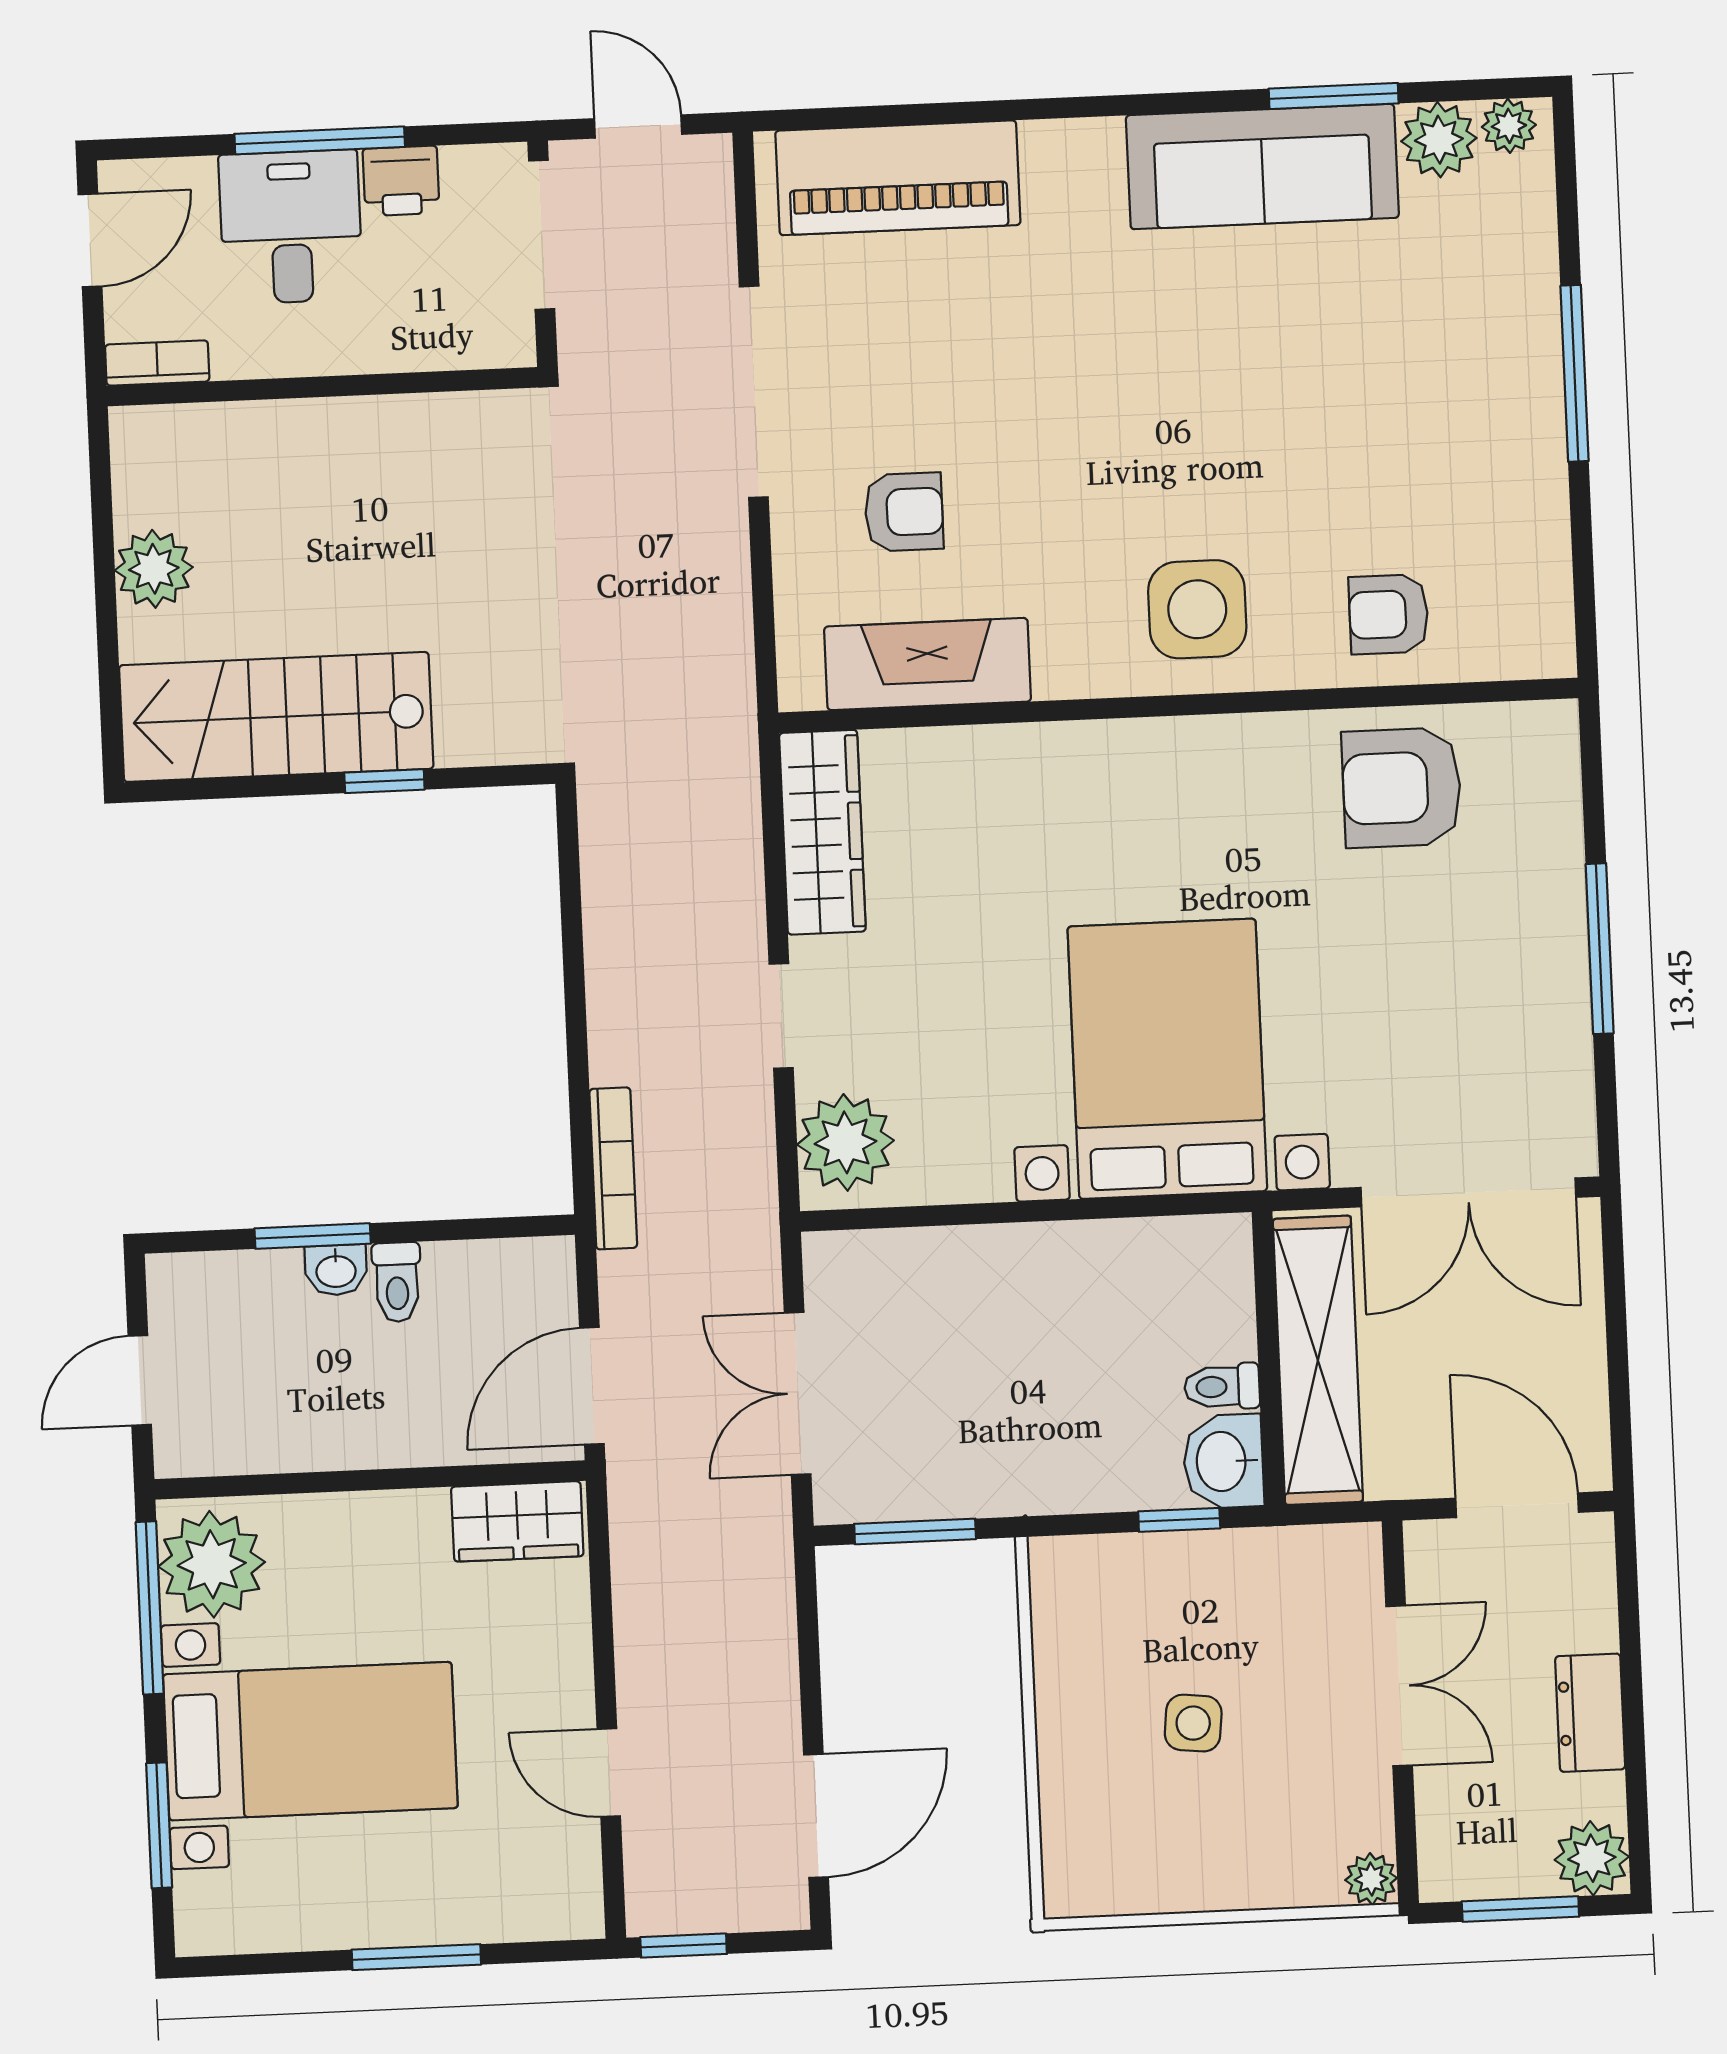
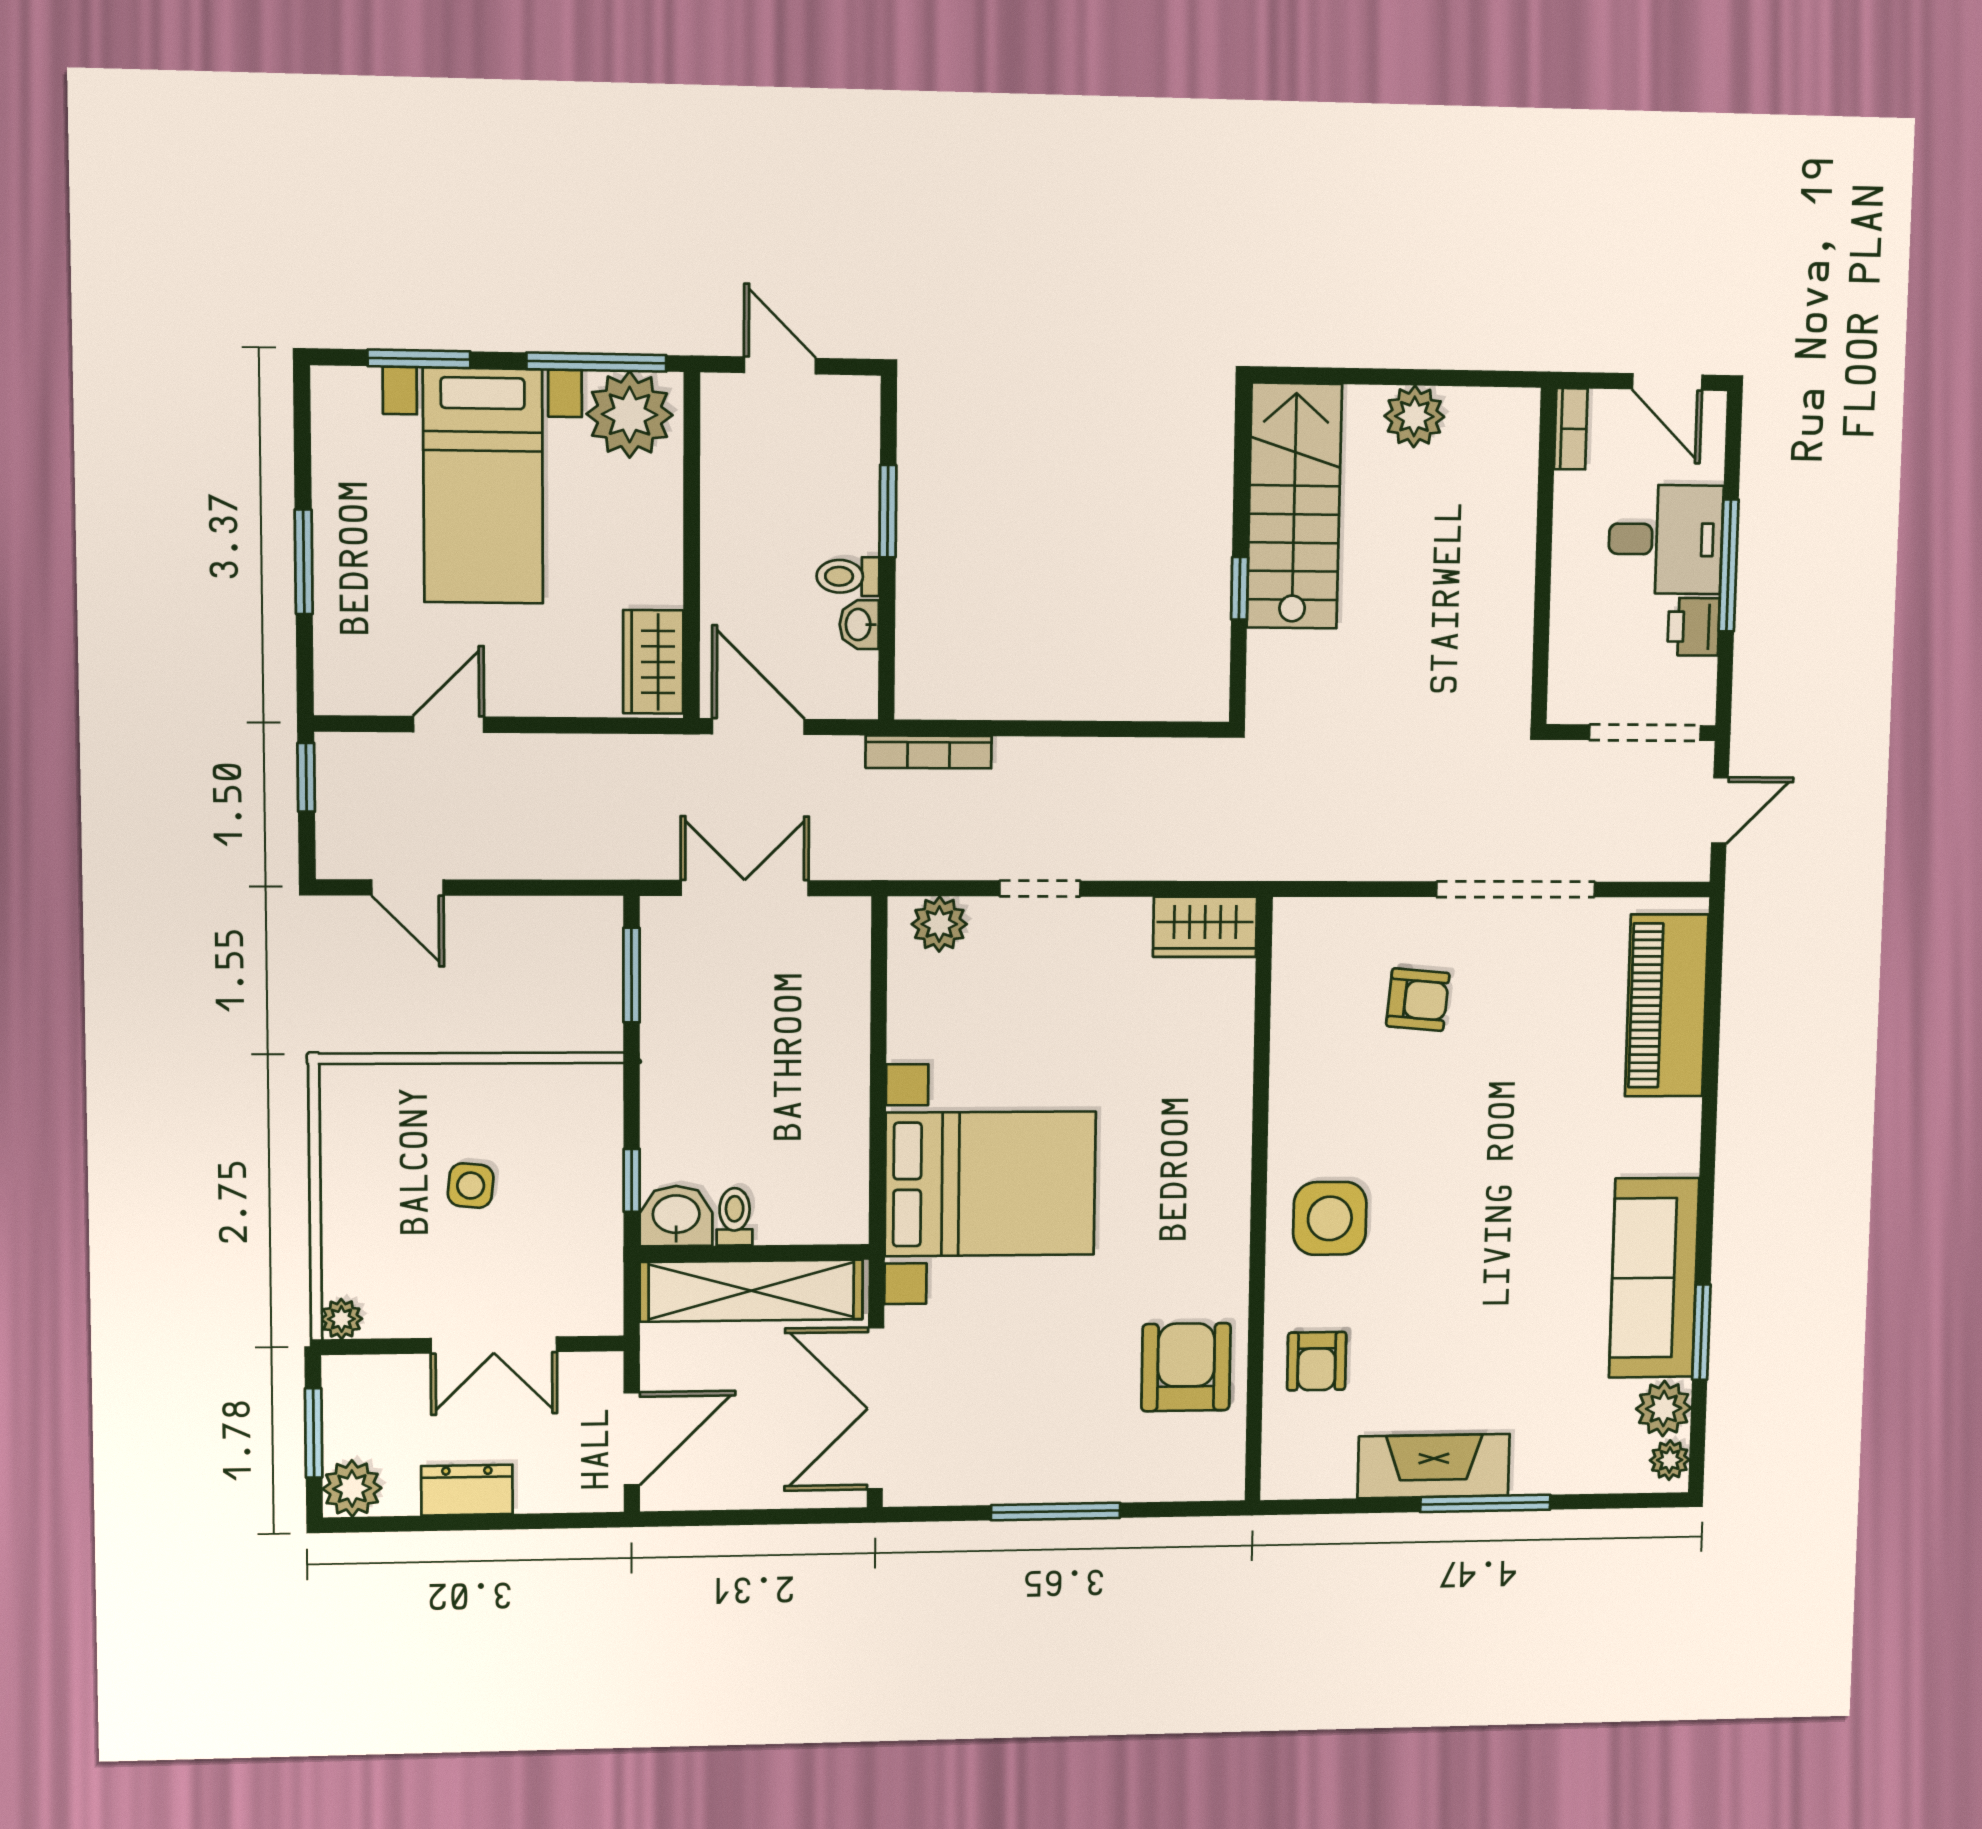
armchair: (904, 512) -> (1418, 1000), turned -85
armchair: (1389, 614) -> (1317, 1361), turned 180
fireplace: (928, 664) -> (1434, 1466), moved, turned -90
wardrobe: (822, 832) -> (1205, 927), width x0.67
plant: (846, 1142) -> (939, 924), width x0.73, depth x0.73
washbasin: (336, 1270) -> (859, 625), moved
door: (816, 1816) -> (407, 887), width x0.73

